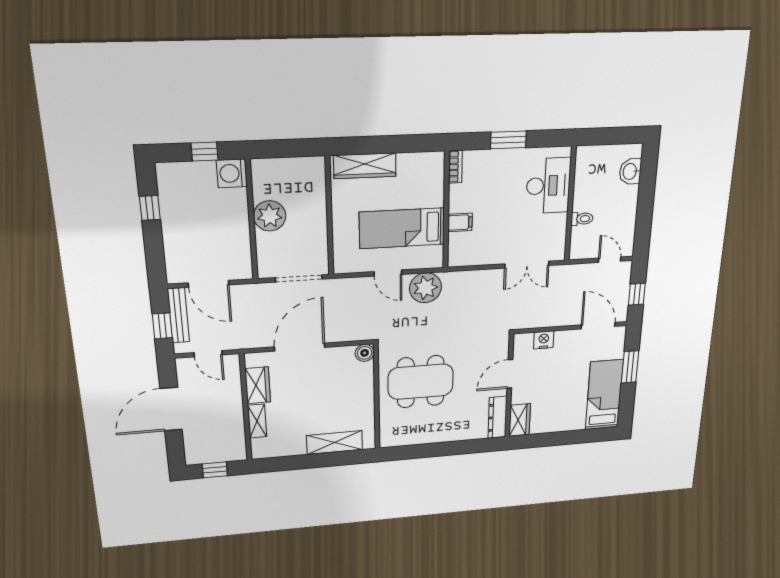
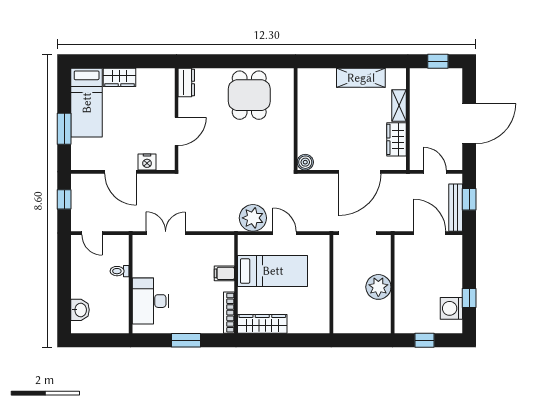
wardrobe: (365, 166) -> (262, 324), moved
bookcase: (455, 167) -> (229, 313), width x1.56
washing machine: (232, 173) -> (451, 308), moved, turned 180
door: (598, 326) -> (120, 172), moved
dining table: (421, 382) -> (249, 95), moved, width x0.73
dresser: (497, 417) -> (186, 83), width x0.70
wardrobe: (520, 420) -> (120, 77), moved, turned -90
shelving: (335, 443) -> (361, 78), moved

